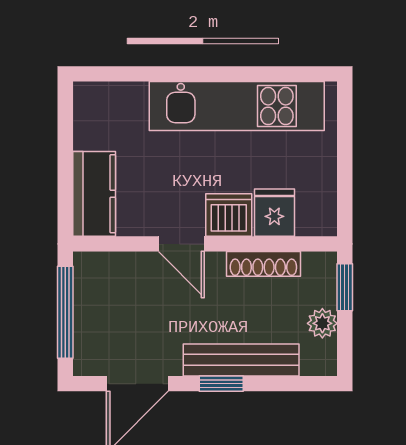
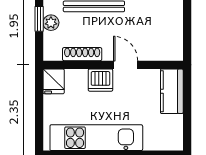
fridge: (274, 213) -> (54, 81), moved
window: (345, 287) -> (39, 19), moved
window: (65, 312) -> (187, 29), removed

